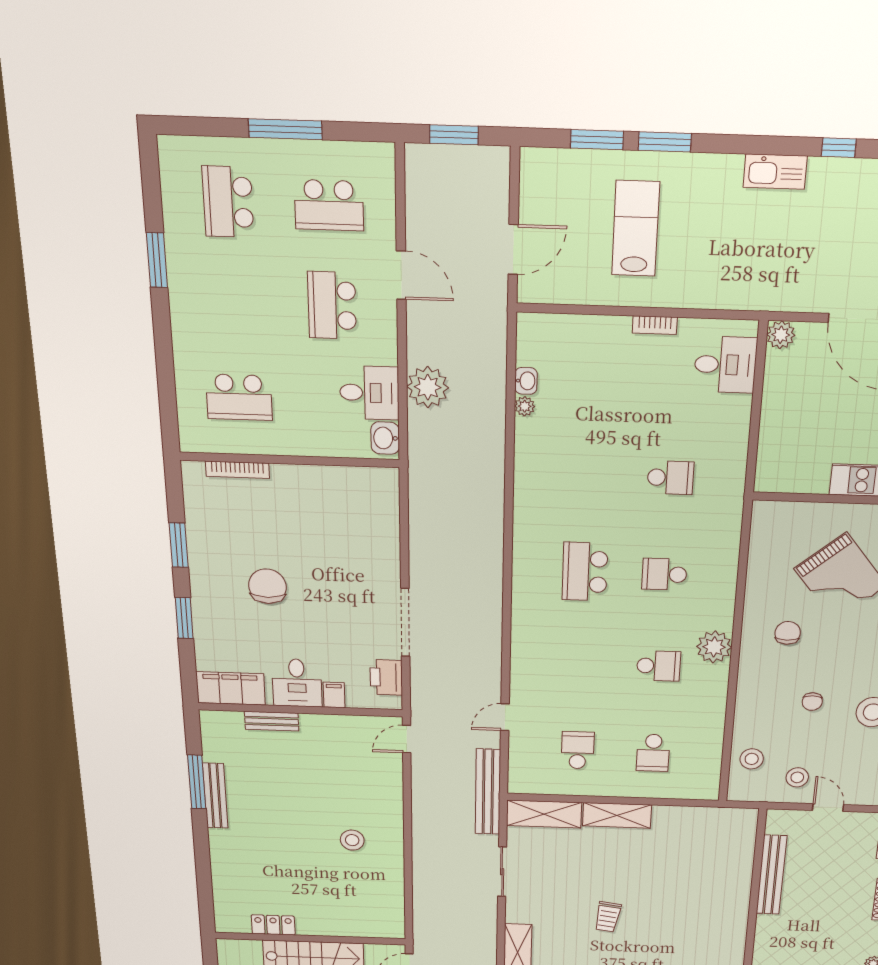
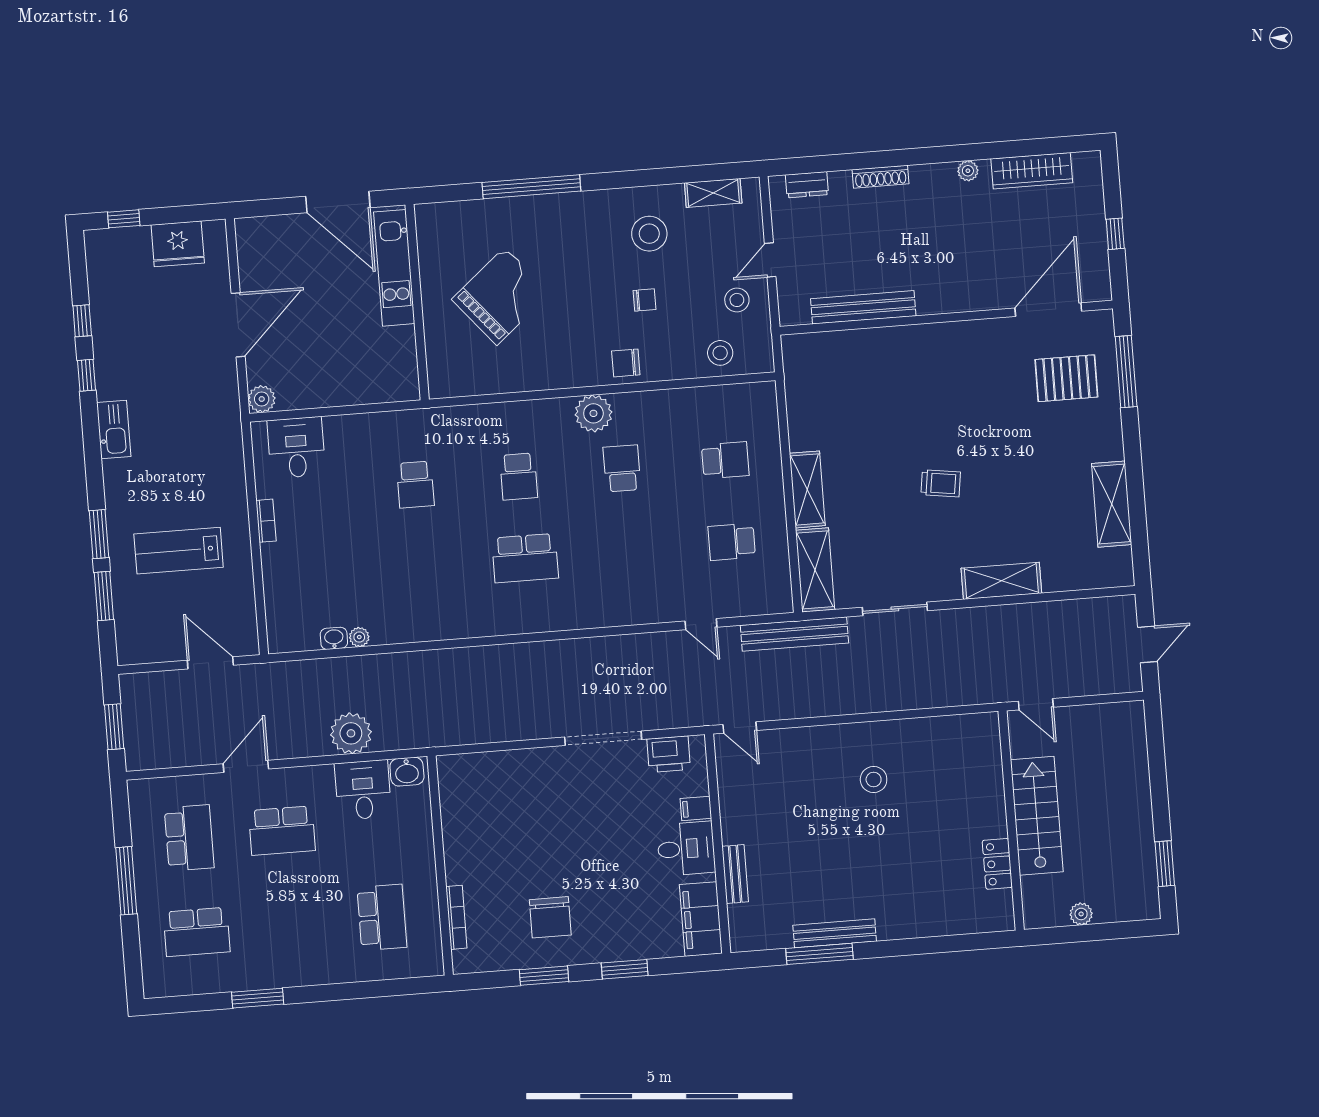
school desk: (670, 478) -> (415, 485), turned 180
chair: (267, 586) -> (550, 917), moved, turned -90
chair: (788, 633) -> (626, 363), moved

